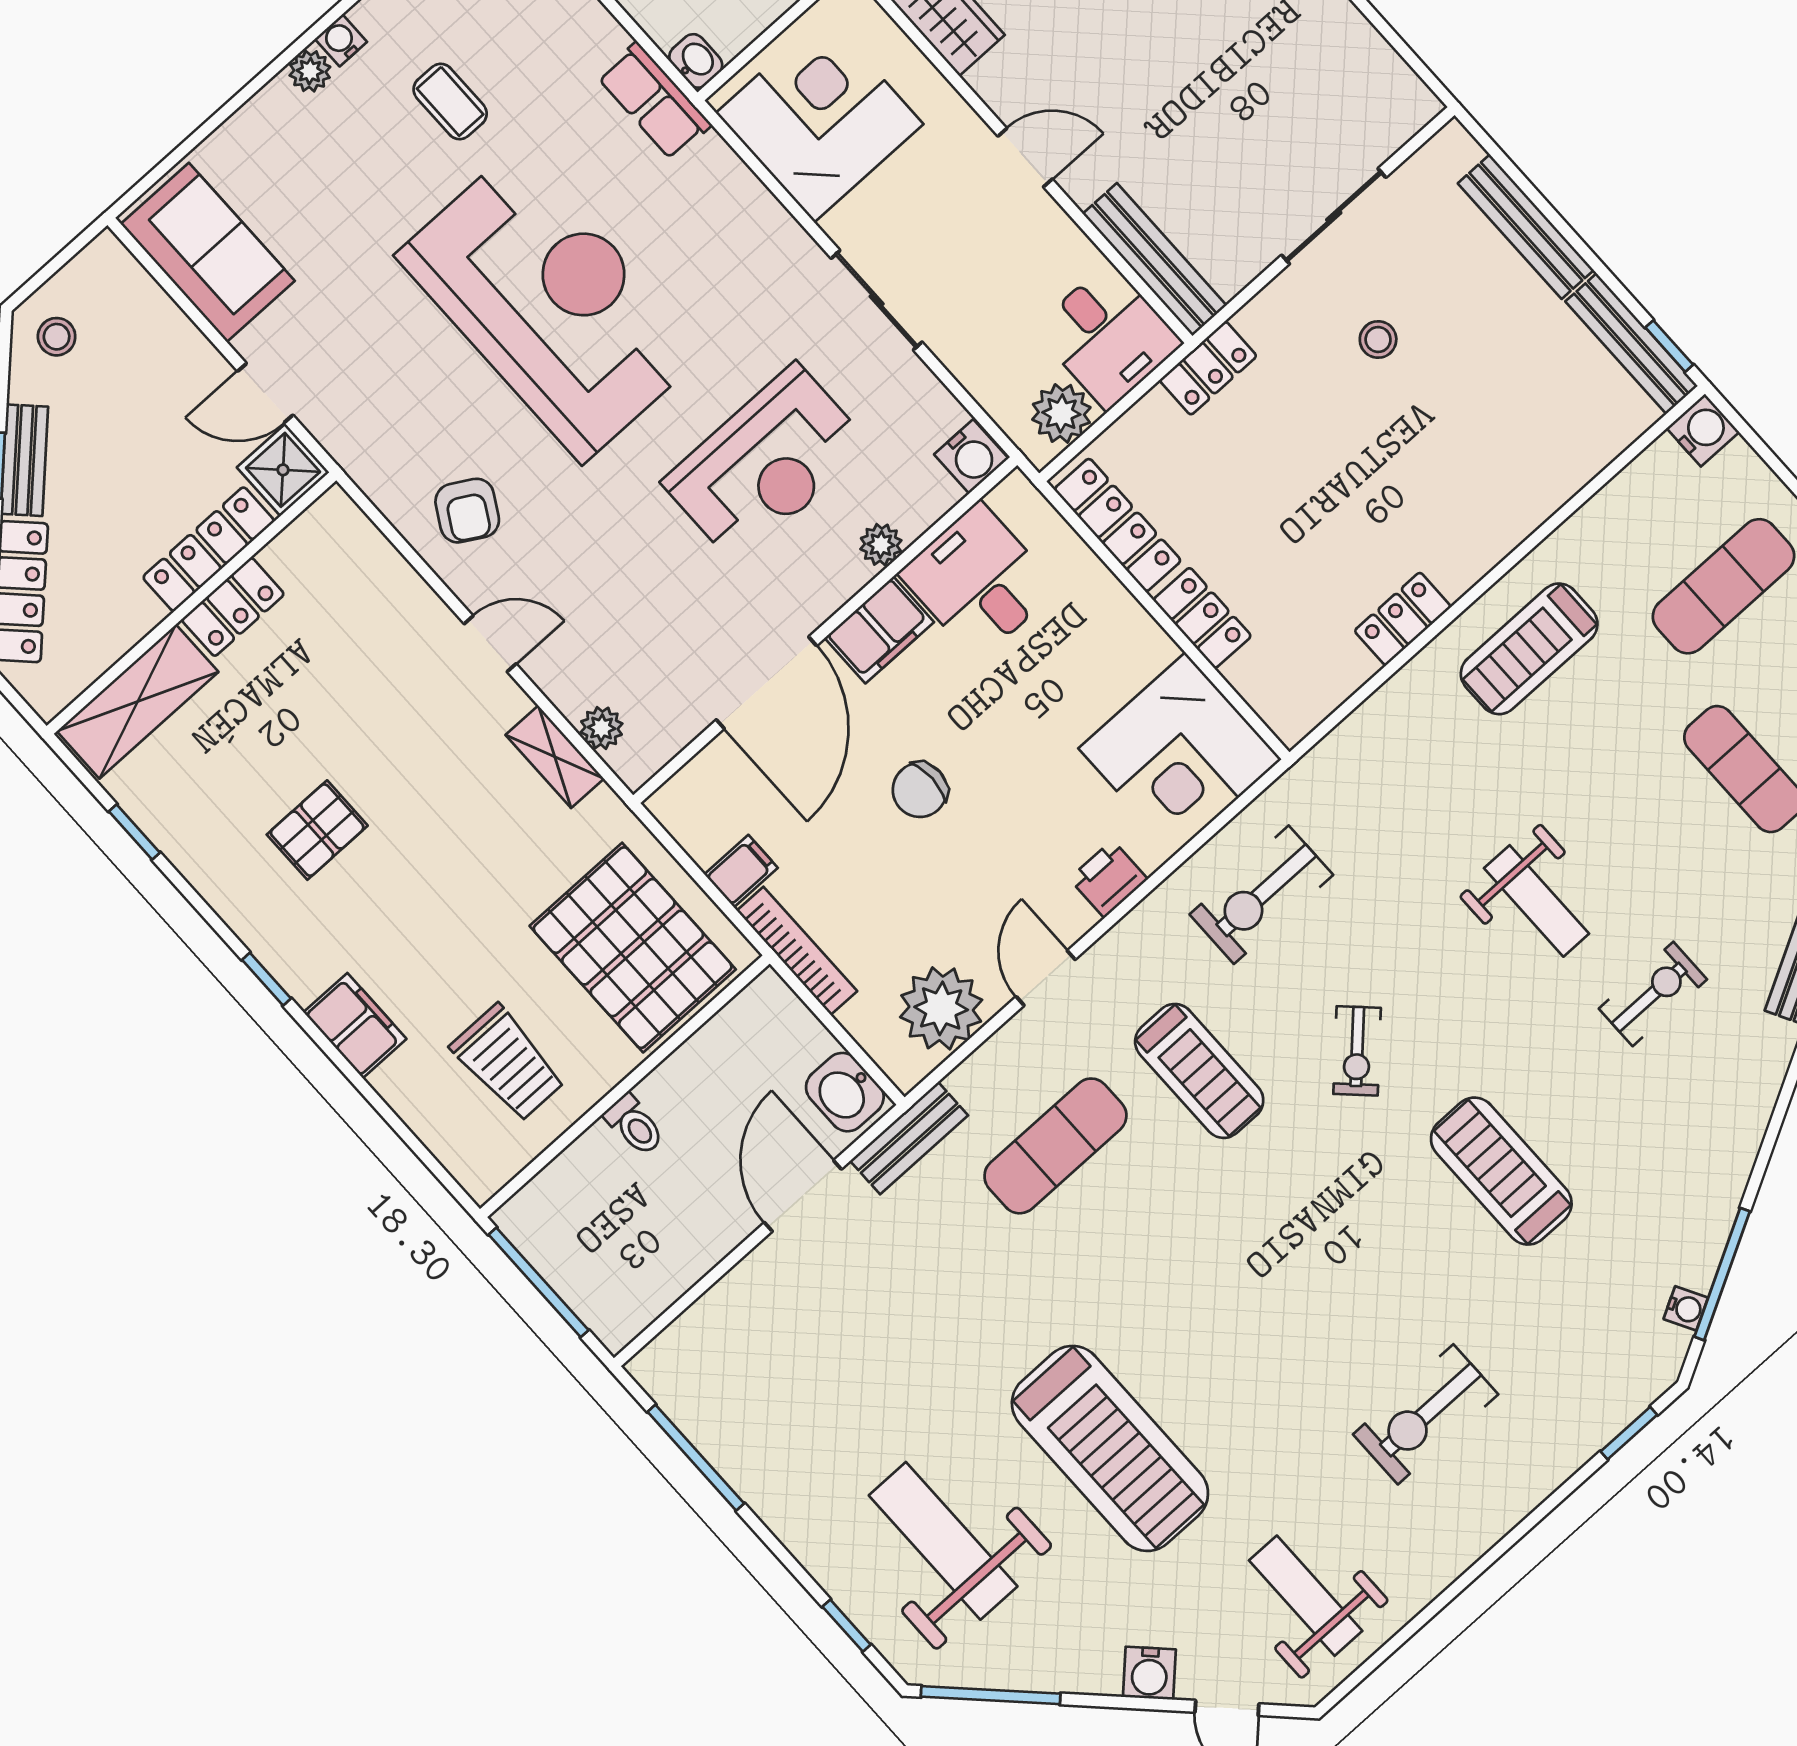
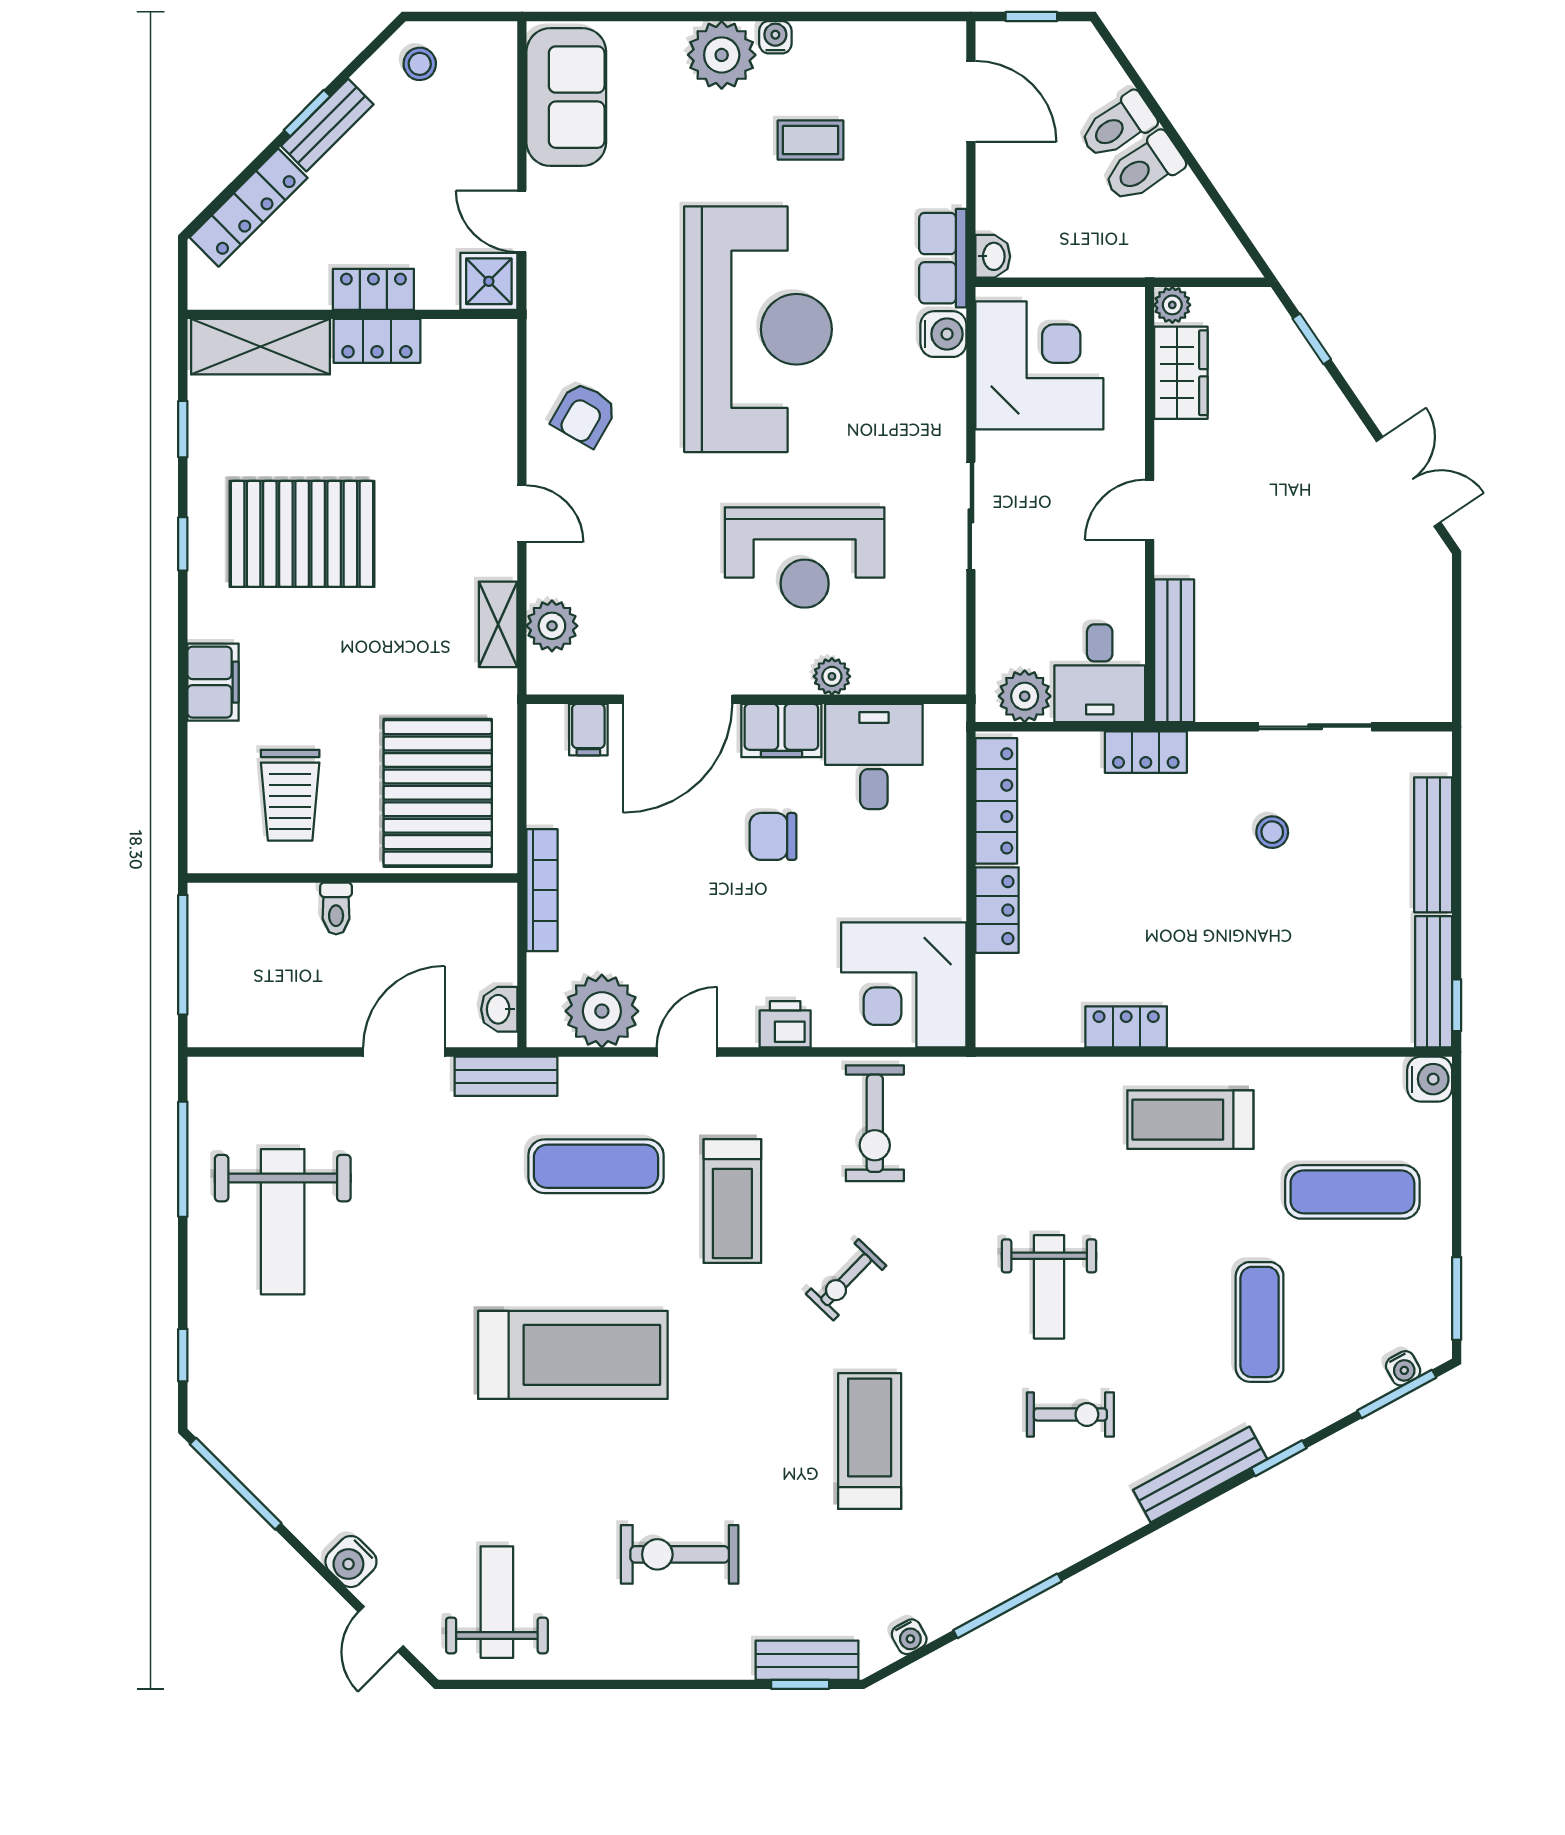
plant: (310, 71) -> (722, 55), width x1.88, depth x1.88
coffee table: (450, 101) -> (810, 140), turned 90
door: (1025, 158) -> (1150, 510), swing flipped
water cooler: (971, 456) -> (943, 334), moved, turned -90
locker: (209, 549) -> (373, 289), width x0.66
plant: (602, 728) -> (552, 626), width x1.38, depth x1.38
chair: (920, 790) -> (773, 836), moved
pallet: (317, 830) -> (302, 534), width x2.05, depth x2.00
filing cabinet: (741, 871) -> (588, 730), moved, turned 90
exercise bike: (1261, 895) -> (875, 1123), turned -90
window: (266, 979) -> (183, 544), moved
washbasin: (845, 1092) -> (499, 1009), width x0.72, depth x0.69
window: (1722, 1274) -> (1007, 1606), moved
bench: (1616, 1407) -> (807, 1660), added
treadmill: (1110, 1448) -> (573, 1355), moved, turned -90
weight bench: (943, 1541) -> (283, 1222), moved, turned 180

